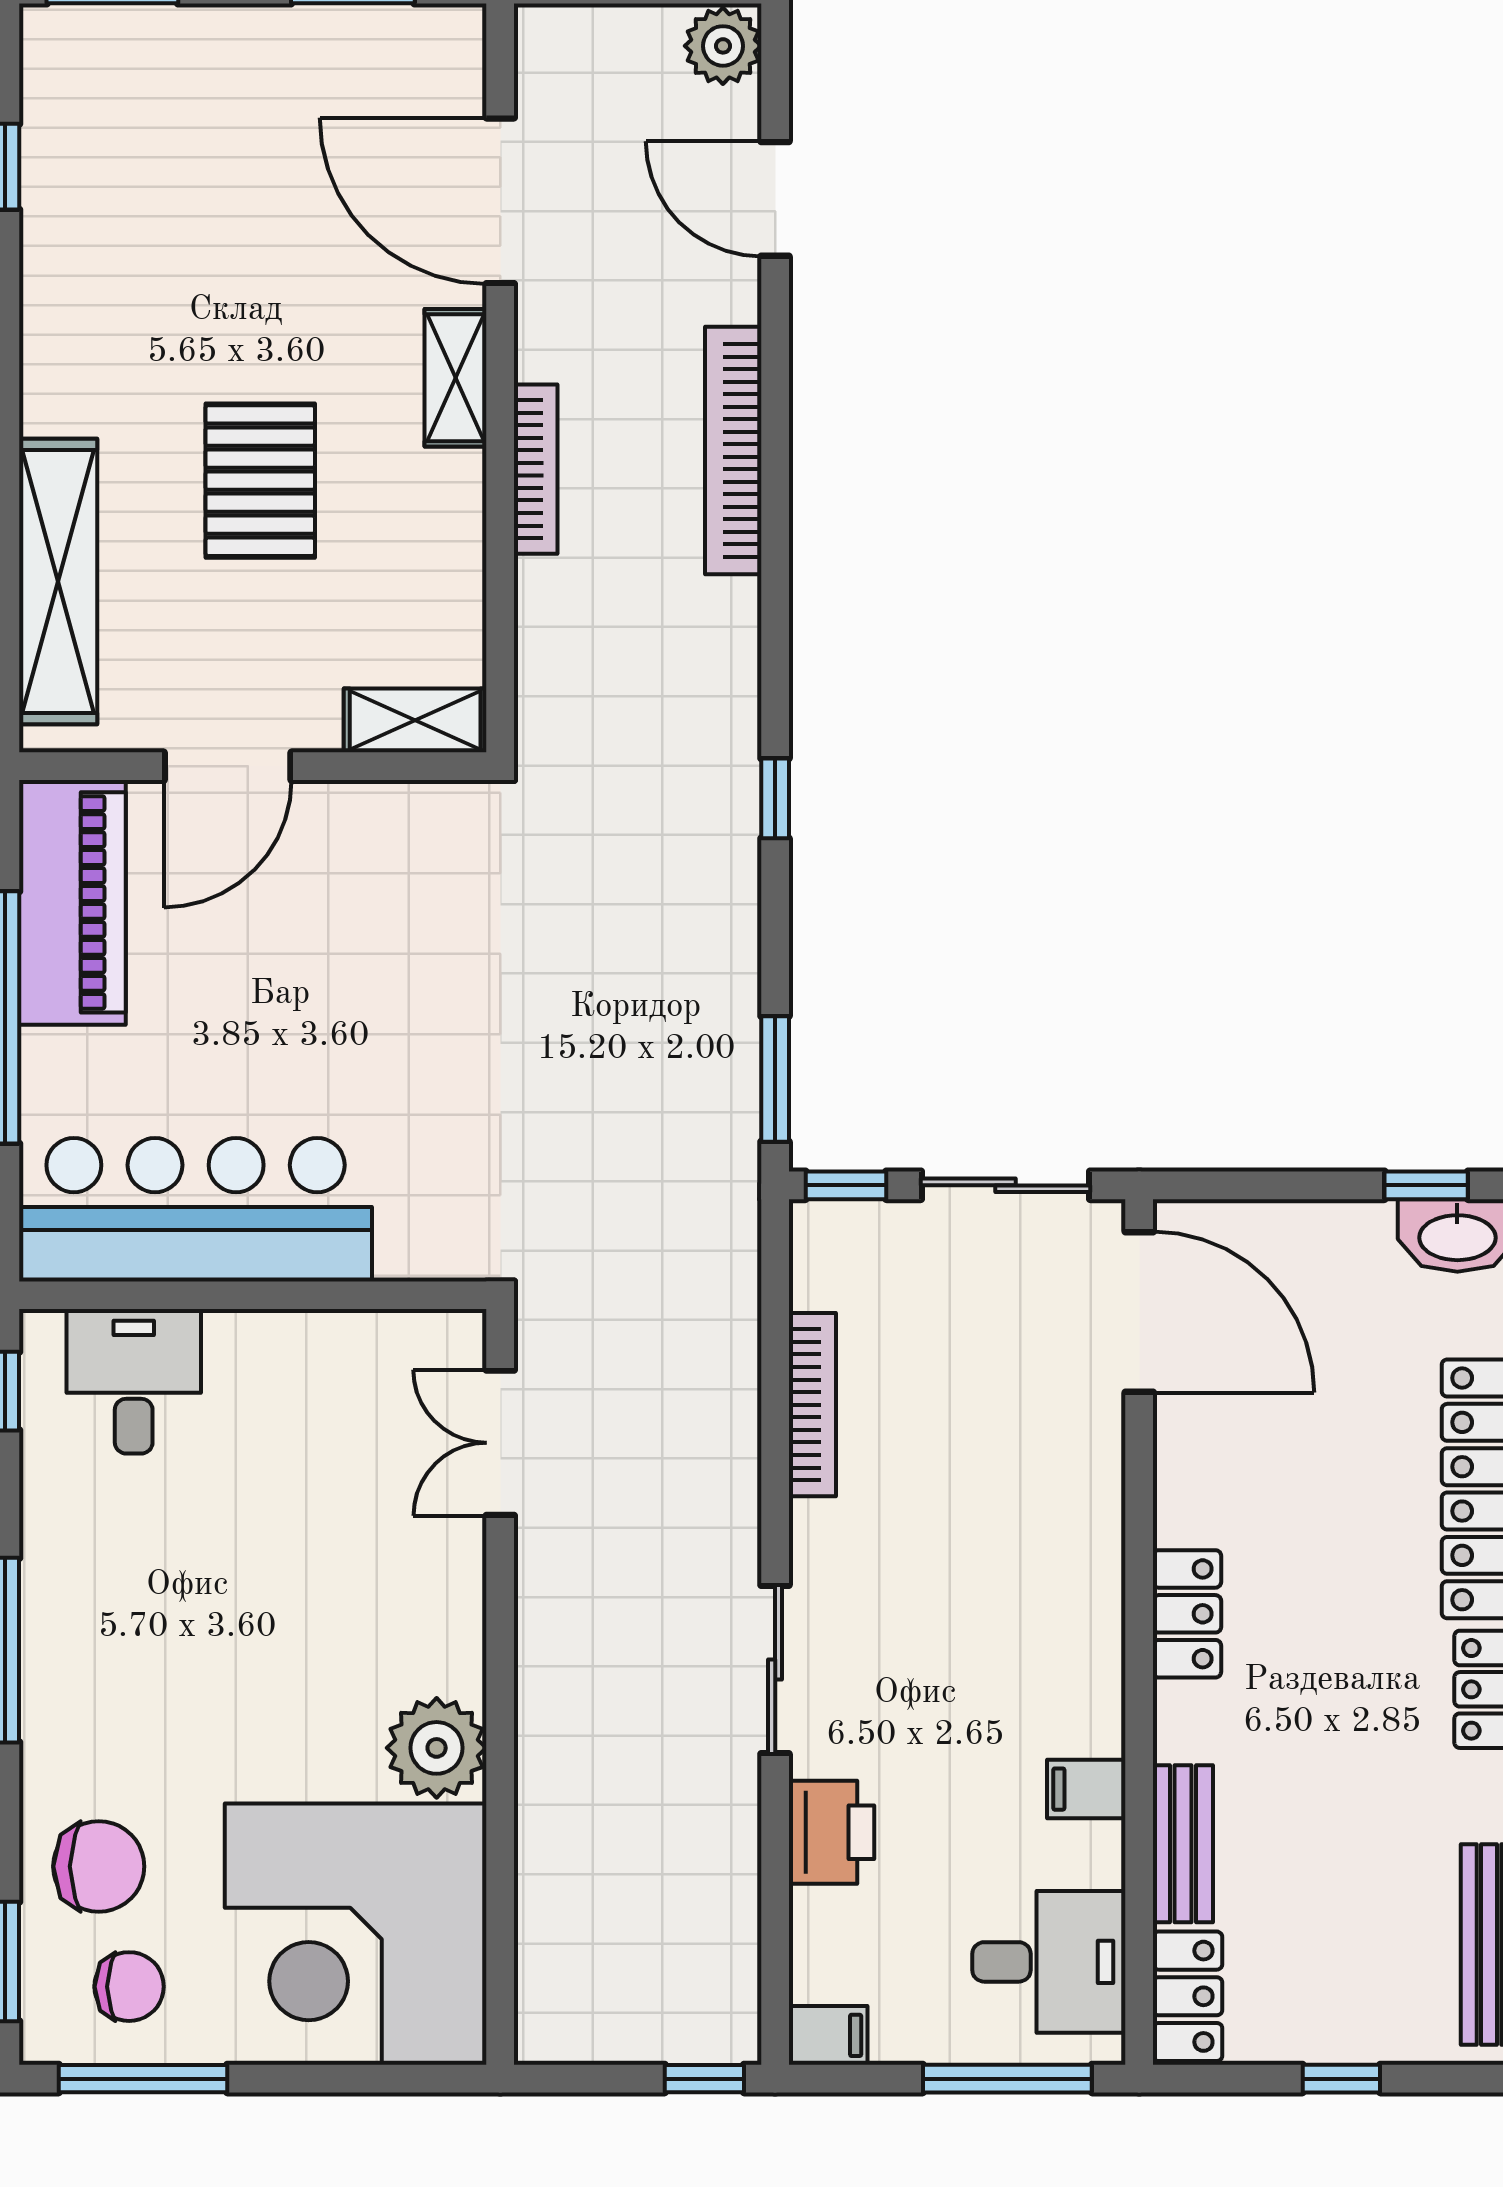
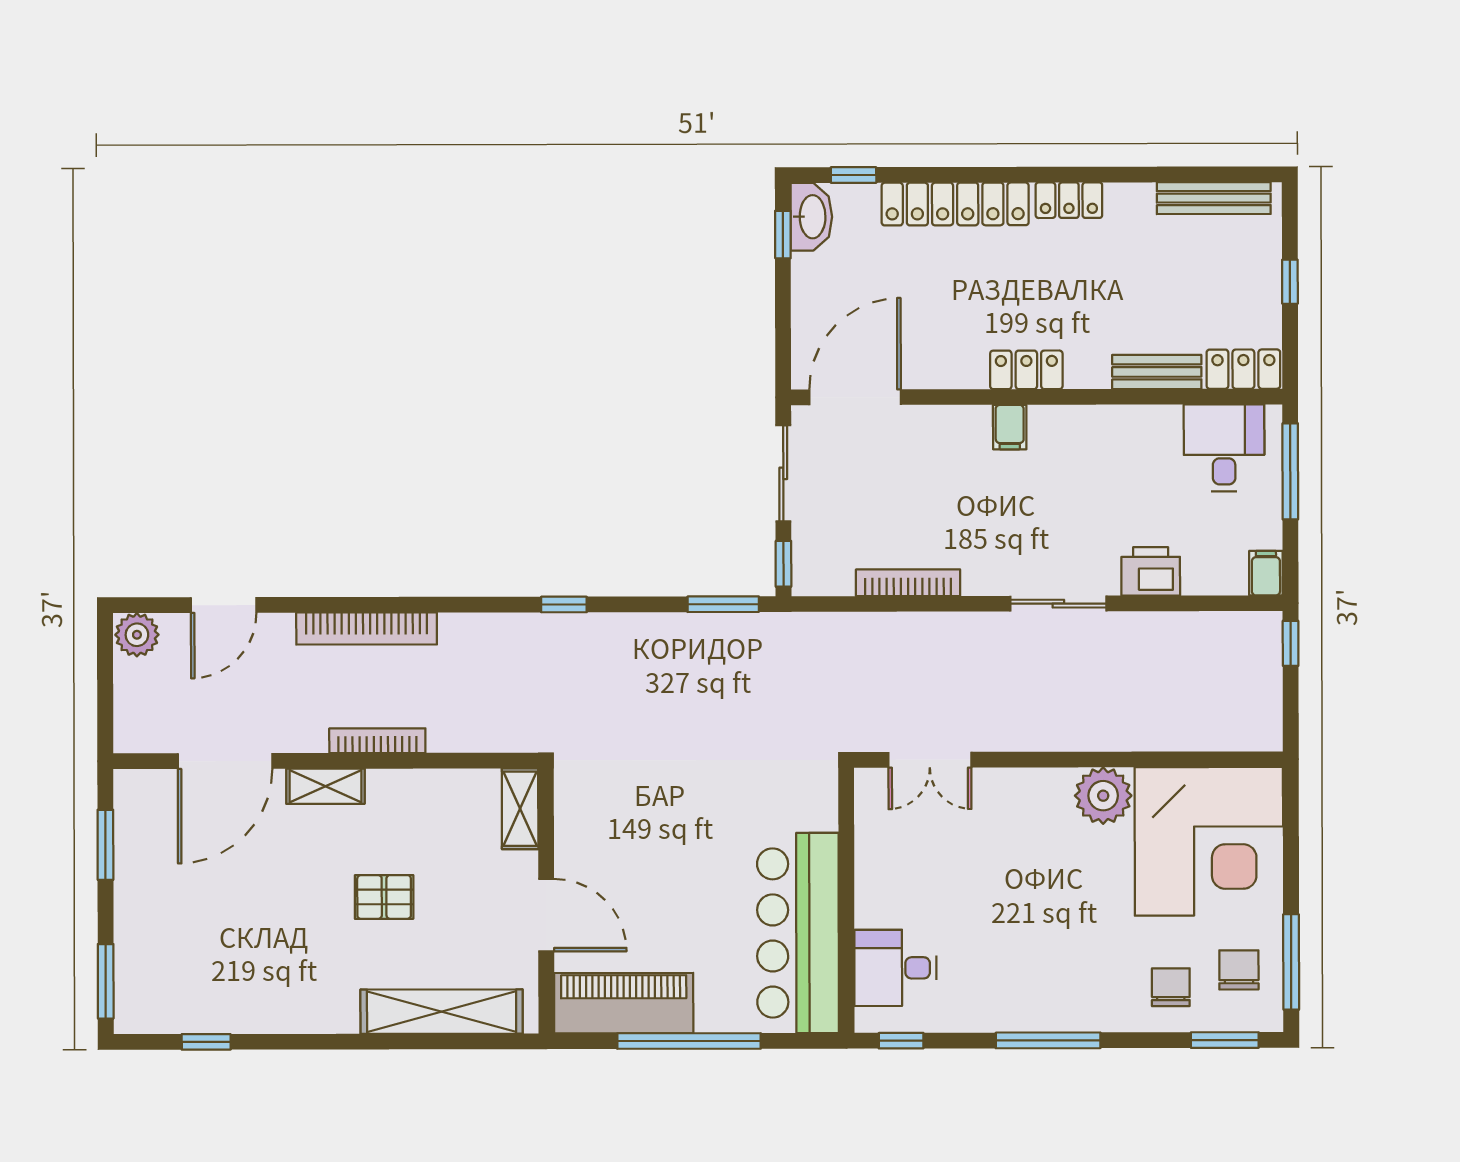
pallet: (260, 481) -> (384, 897), width x0.67, depth x0.71
filing cabinet: (1086, 1789) -> (1010, 427), moved
chair: (99, 1866) -> (1171, 987), width x0.73, depth x0.73

